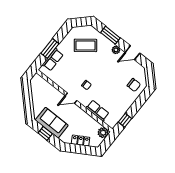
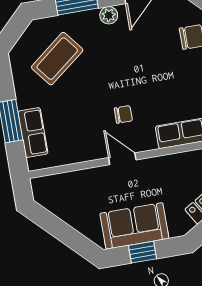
door: (71, 98) -> (122, 159), swing flipped

